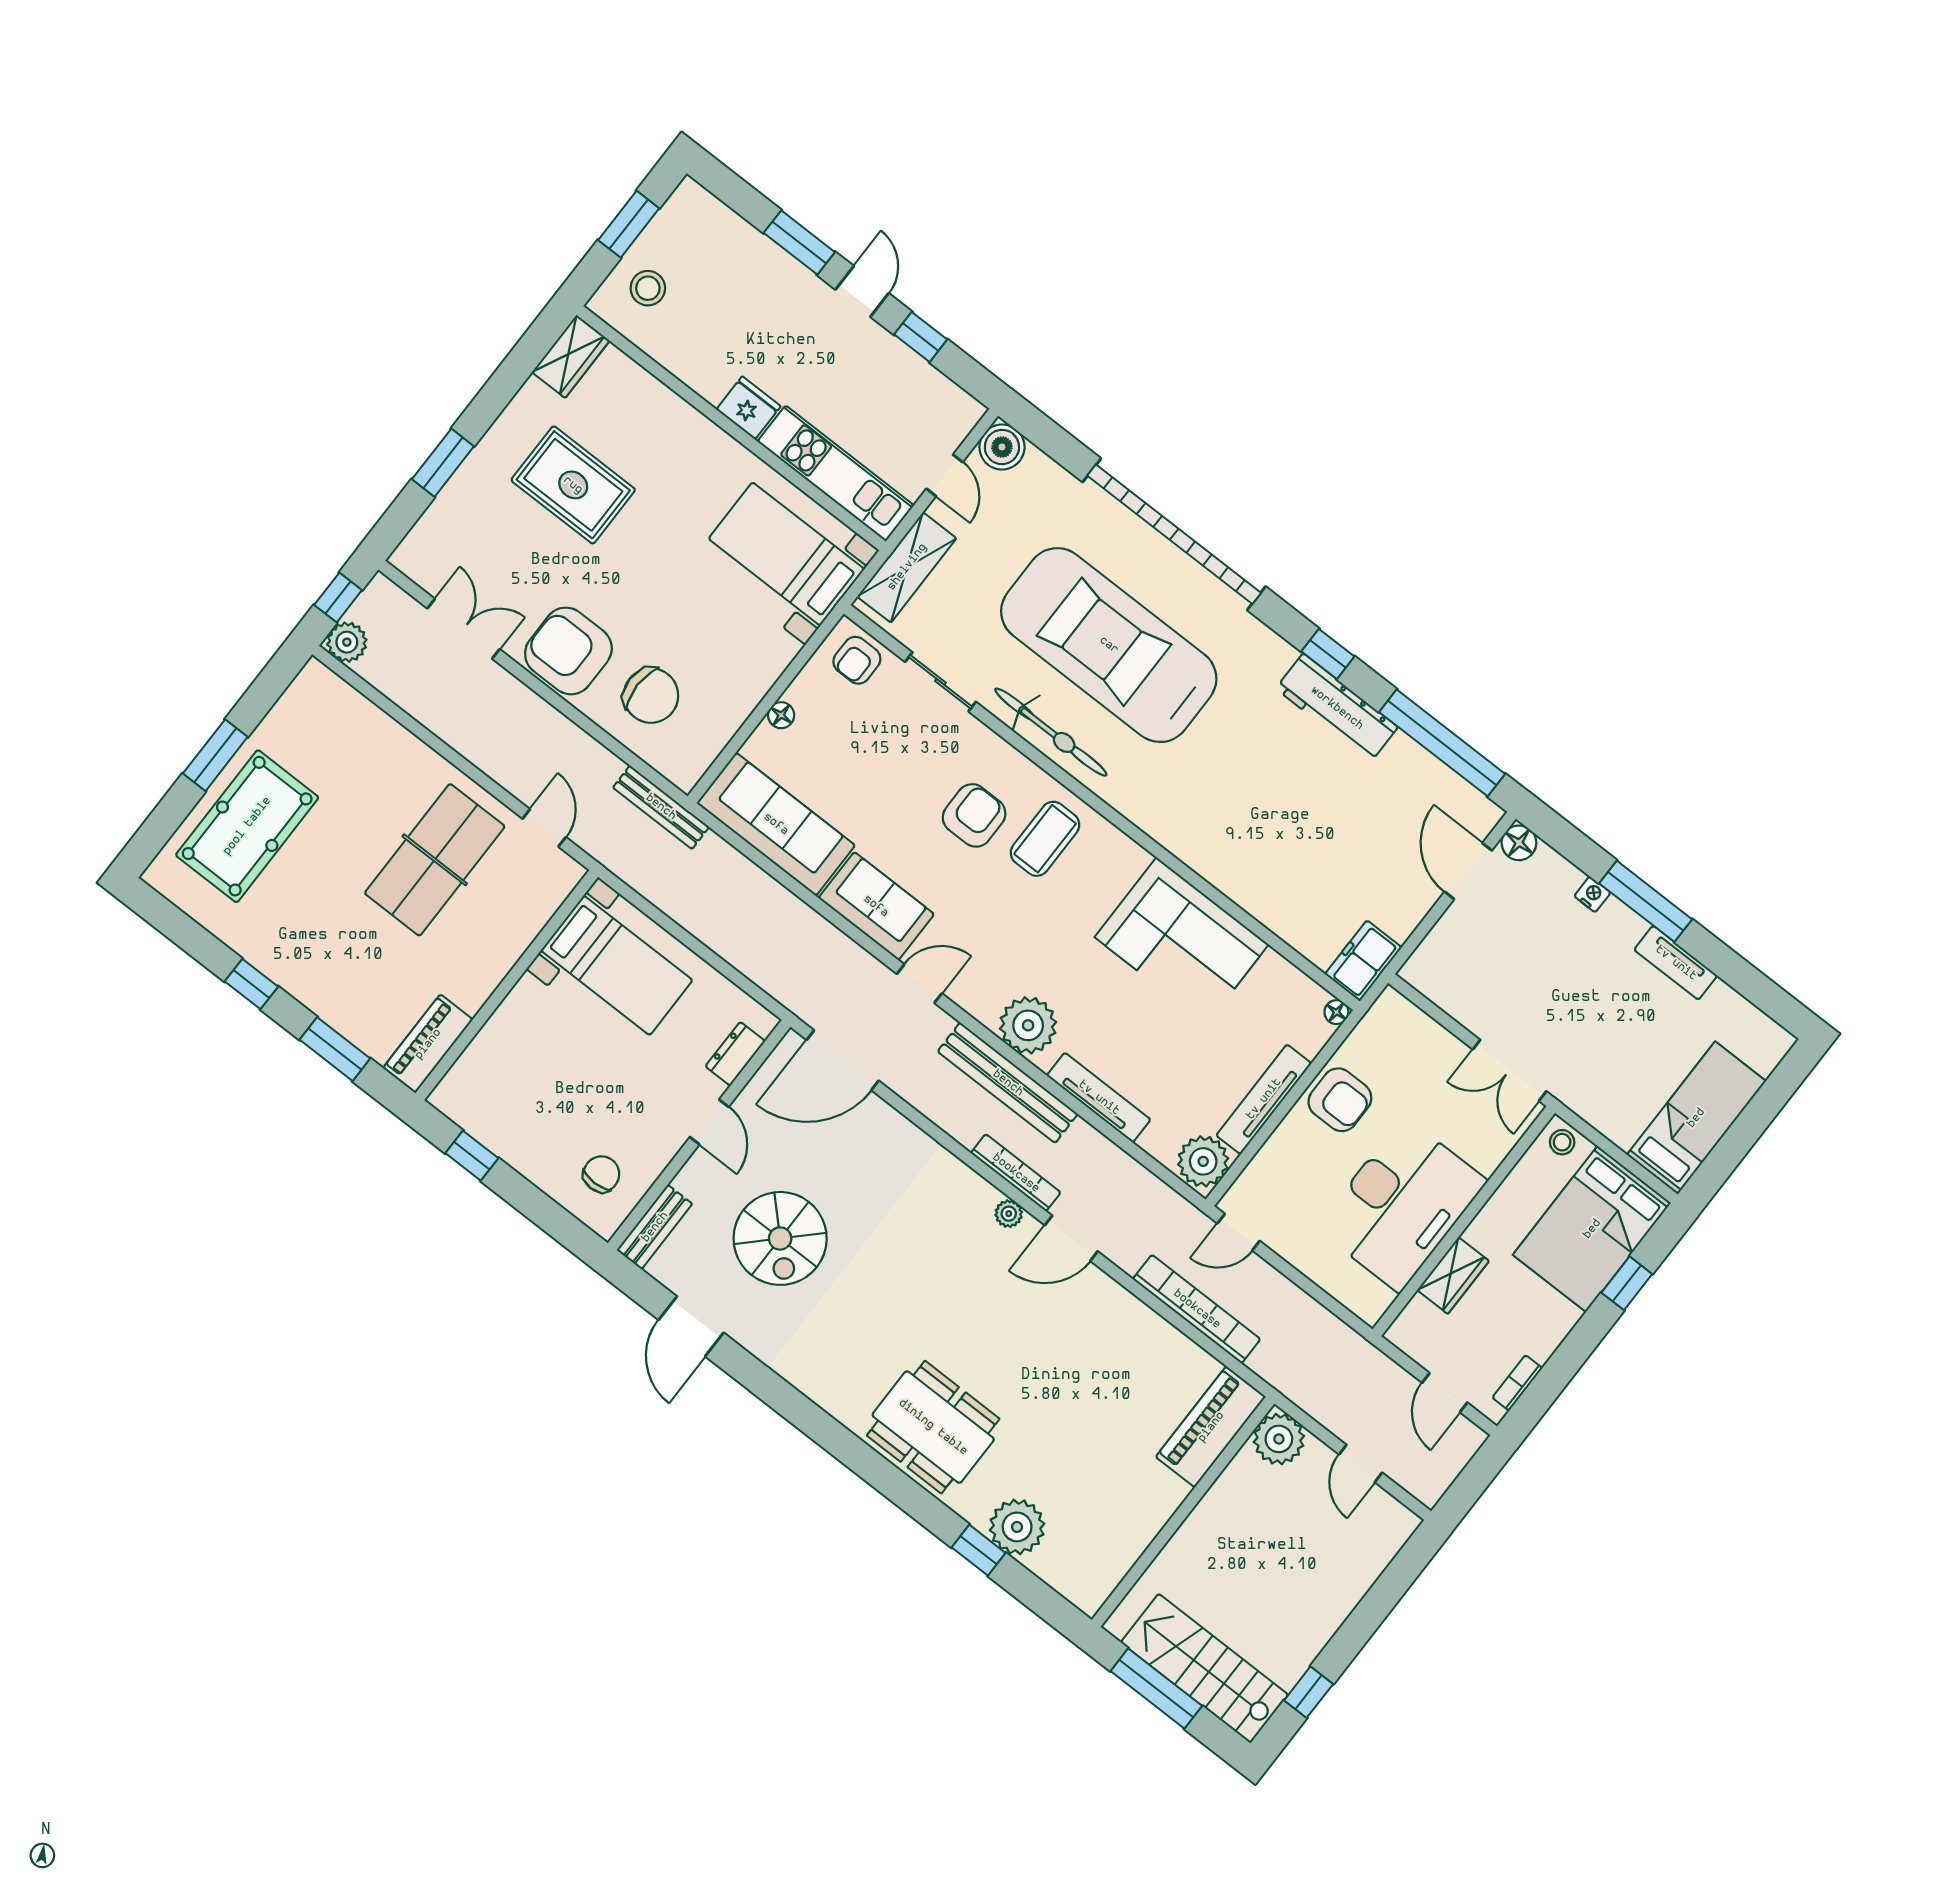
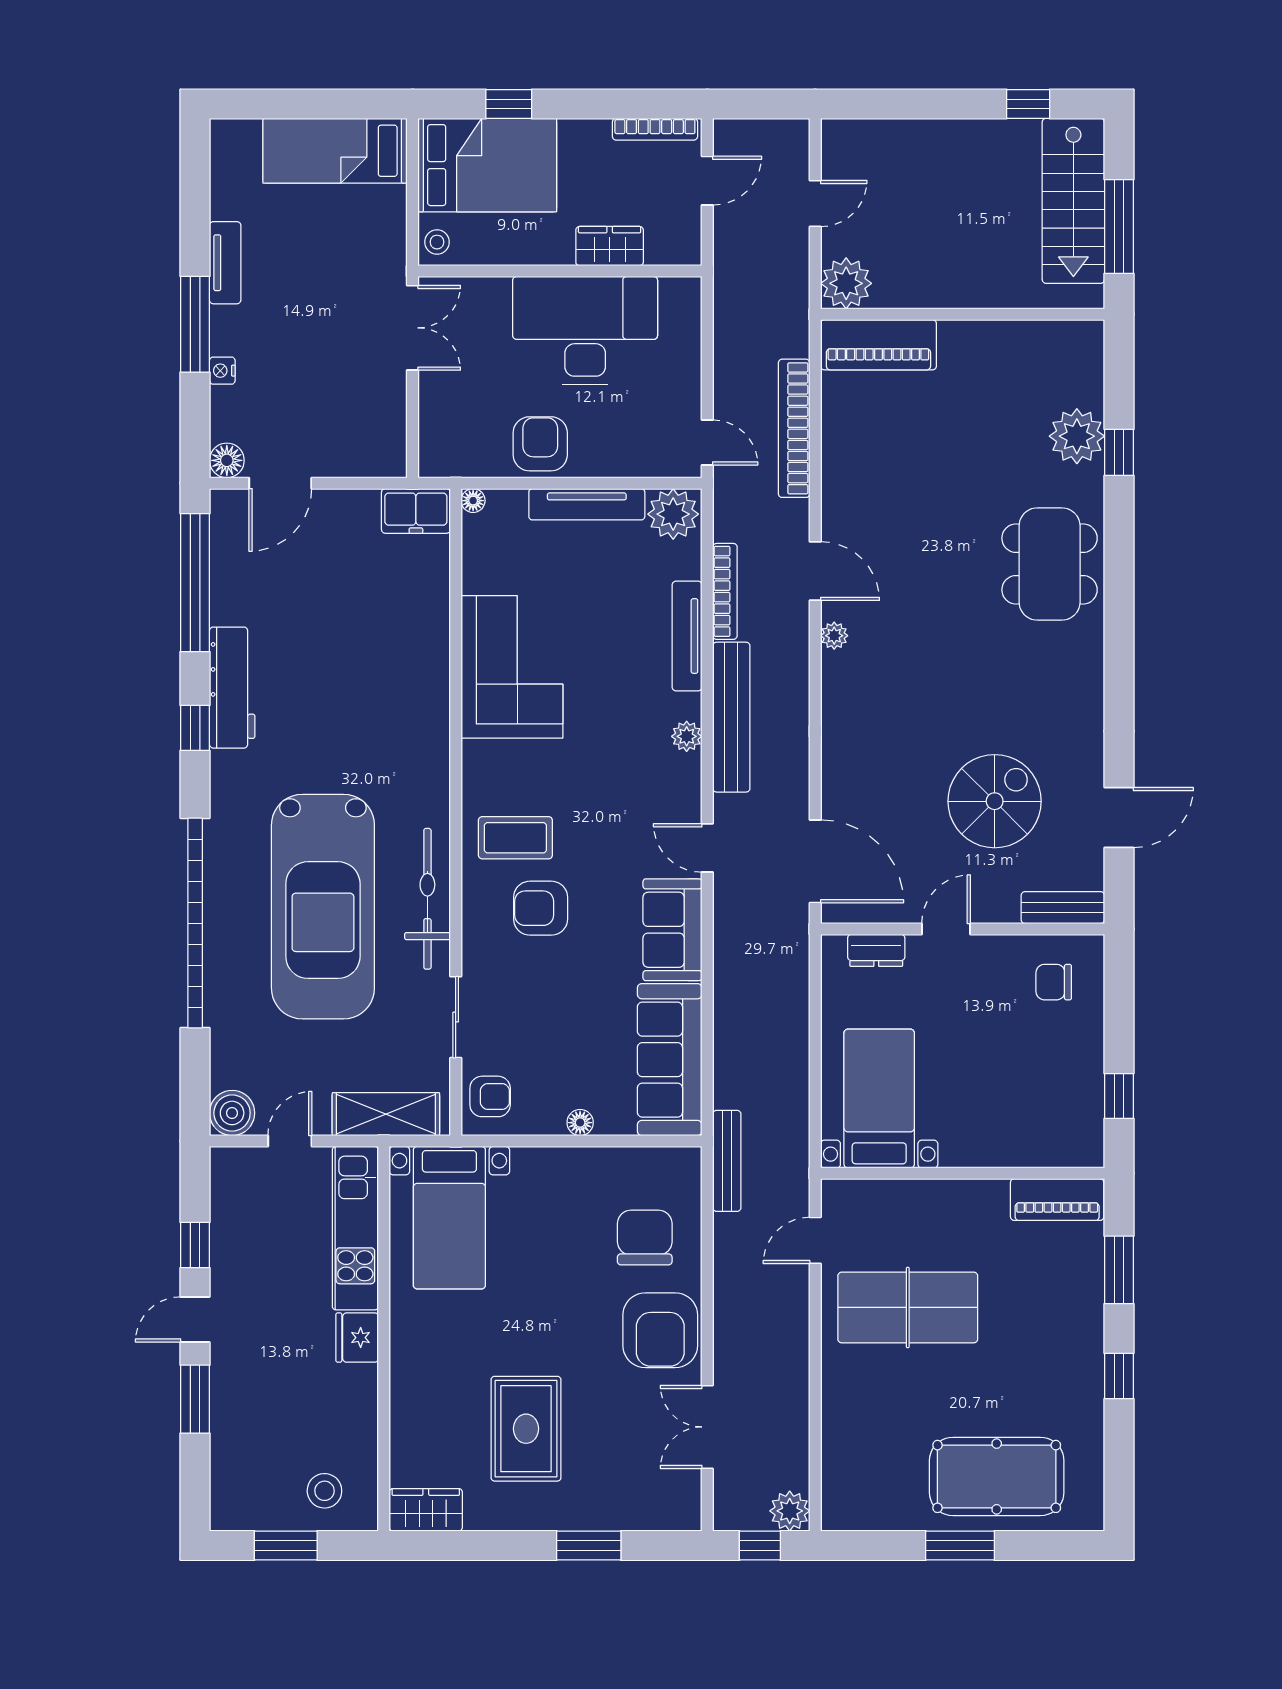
plant: (1028, 1025) -> (687, 736), width x0.53, depth x0.53
bookcase: (1016, 1173) -> (725, 591), moved, turned 180
bookcase: (1517, 1383) -> (655, 129), width x1.56

